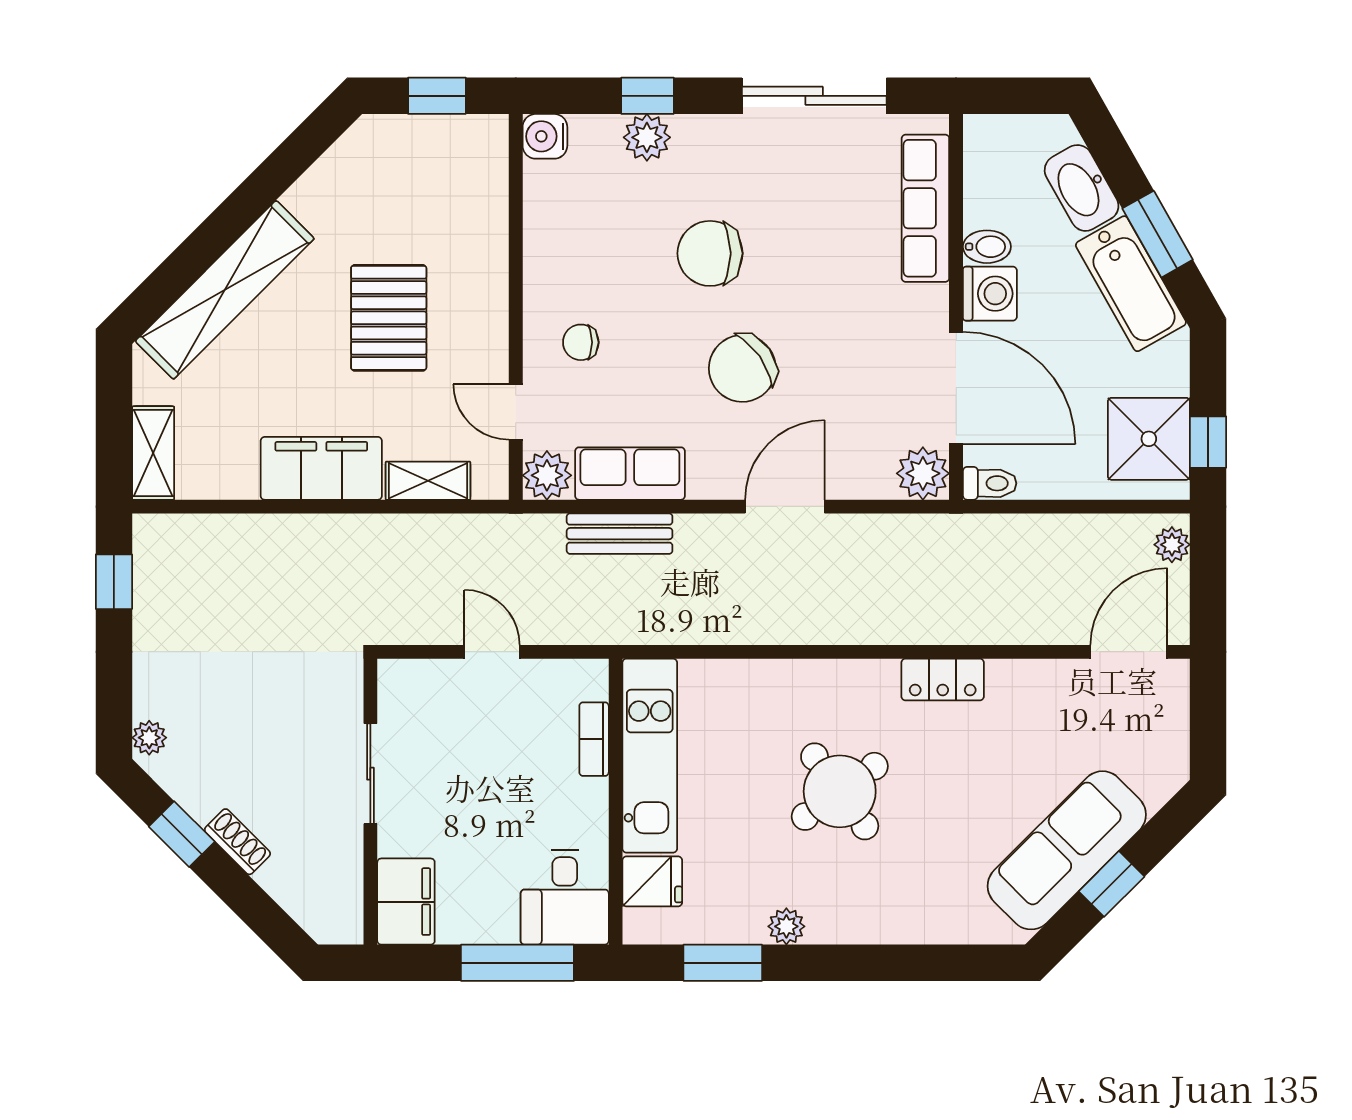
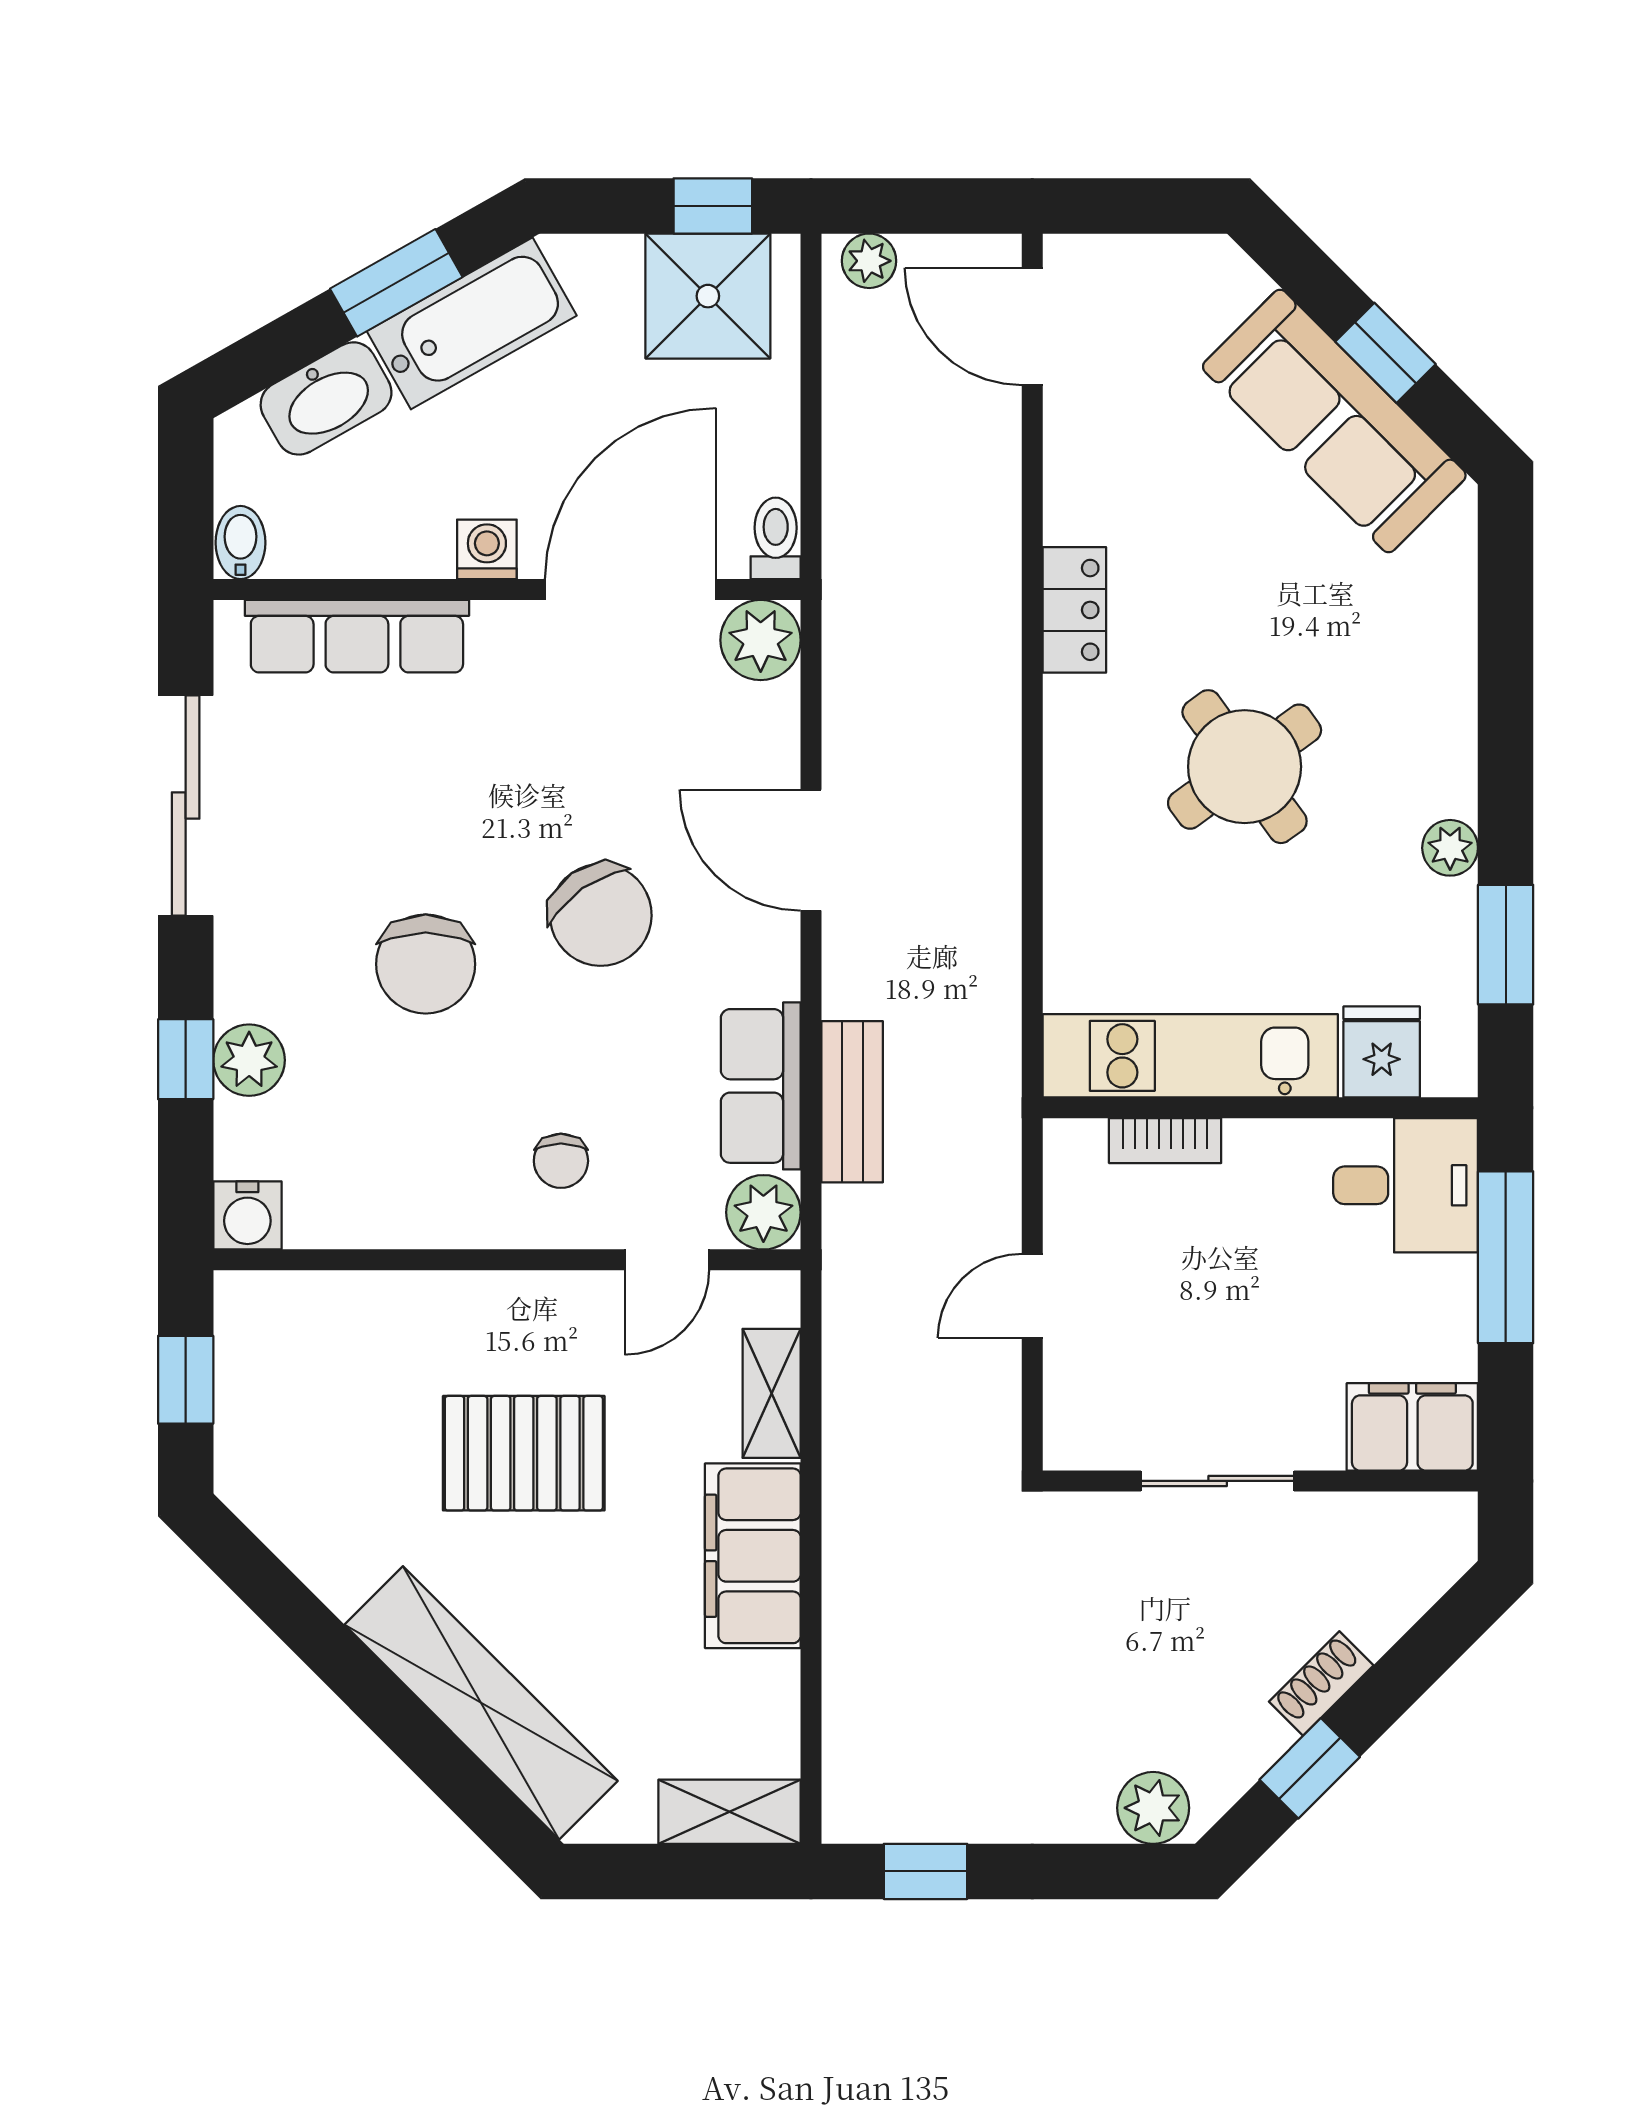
bidet: (987, 247) -> (241, 543), moved
washing machine: (990, 294) -> (487, 549), width x0.73, depth x0.73
plant: (149, 738) -> (1153, 1808), width x1.38, depth x1.38

